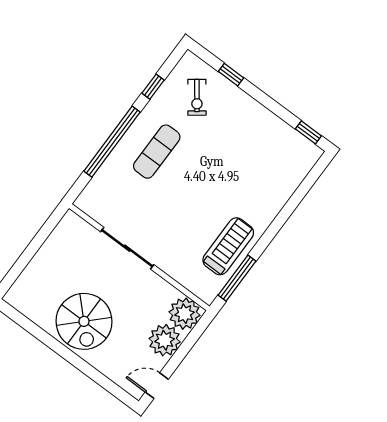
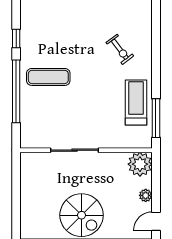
exercise bike: (197, 97) -> (120, 49), moved
exercise mat: (157, 152) -> (48, 77), turned 90
plant: (165, 340) -> (146, 195), width x0.53, depth x0.53

